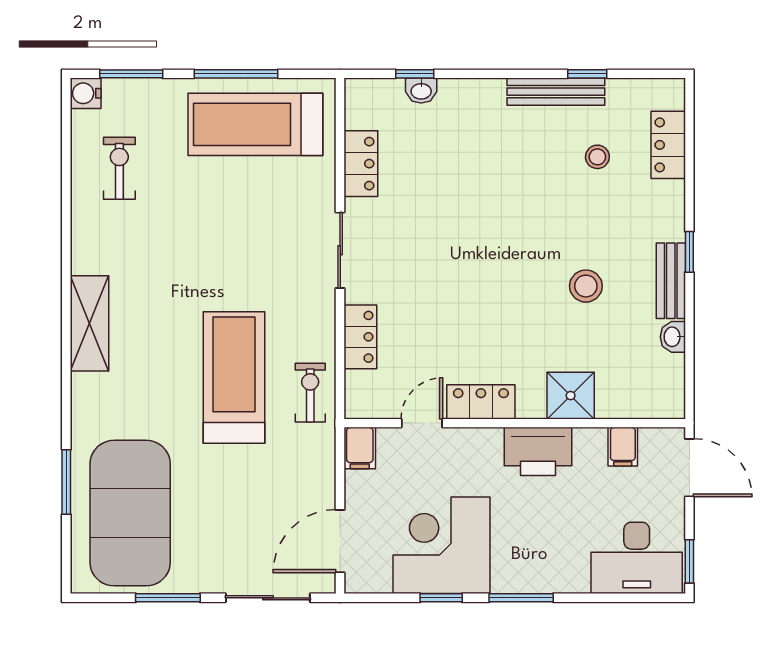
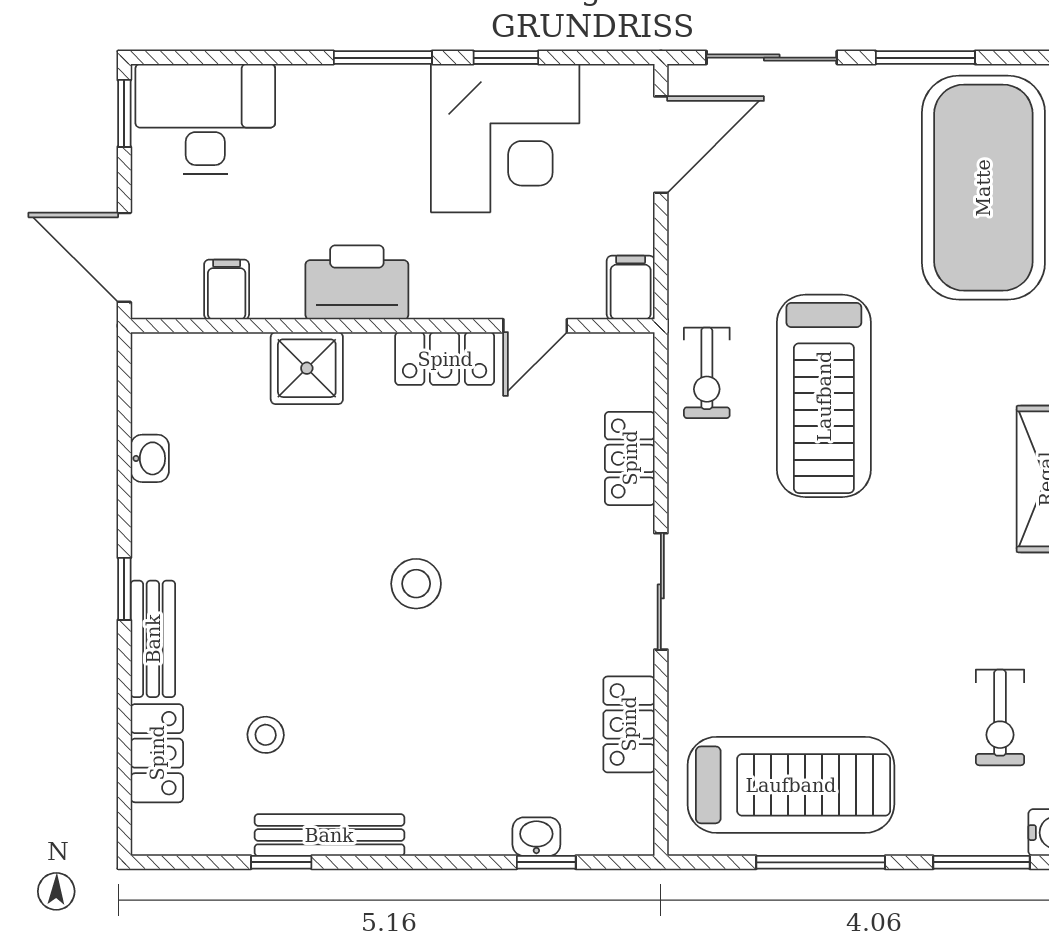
bench: (671, 281) -> (153, 639), moved
stool: (586, 286) -> (416, 584), moved

